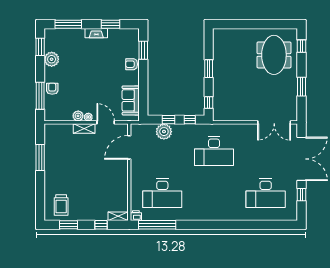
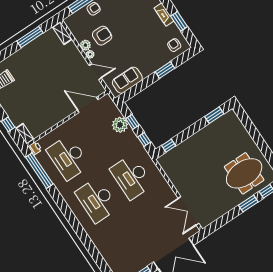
window: (143, 50) -> (165, 70), moved
armchair: (132, 64) -> (174, 45), moved
window: (209, 69) -> (214, 115), moved
window: (302, 87) -> (248, 204), moved
armchair: (79, 97) -> (102, 36), added
door: (106, 122) -> (95, 72), hinge flipped
shelving: (84, 129) -> (62, 33), moved
desk: (266, 193) -> (97, 200), moved

